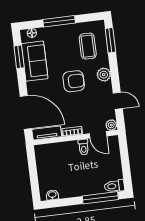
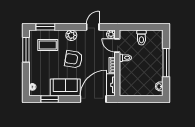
window: (59, 21) -> (26, 50), moved
sofa: (35, 61) -> (65, 87), moved
armchair: (74, 81) -> (74, 59), turned -81
door: (98, 135) -> (117, 45), swing flipped
toilet: (114, 186) -> (141, 38), moved
window: (100, 198) -> (166, 63), moved

